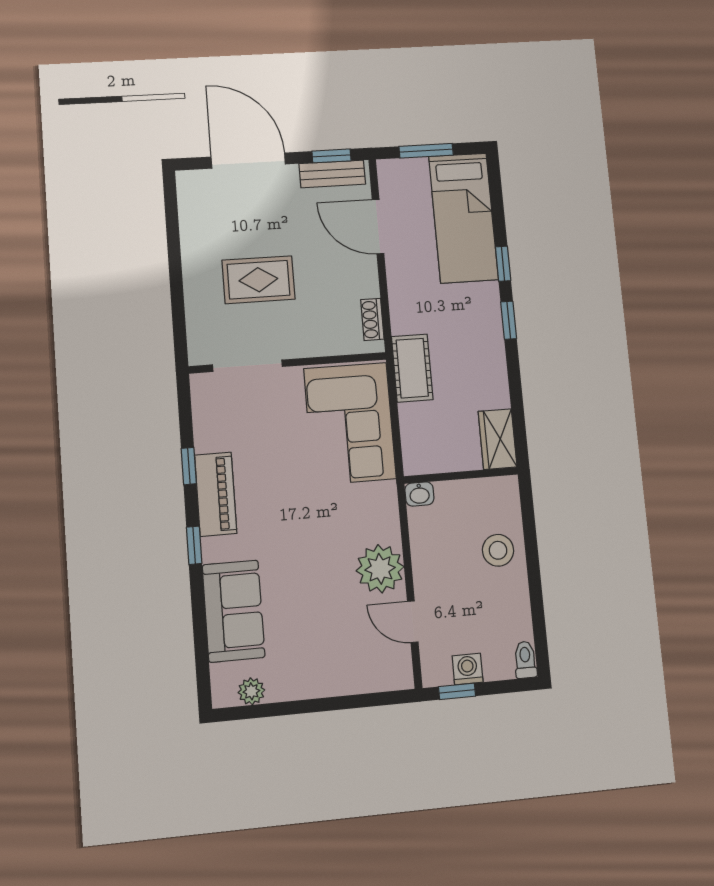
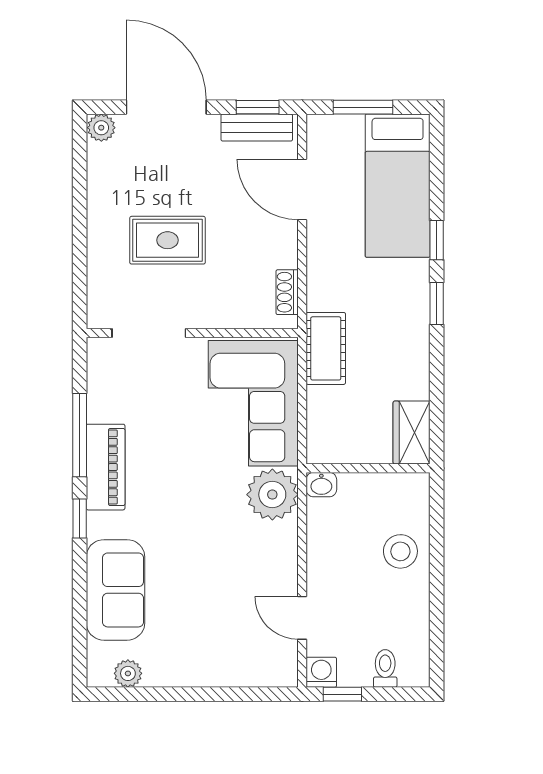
plant: (190, 182) -> (101, 128), added
window: (189, 466) -> (80, 435), width x2.17
plant: (380, 569) -> (272, 495), moved
toilet: (525, 660) -> (385, 668), moved
washing machine: (468, 669) -> (321, 672), moved

